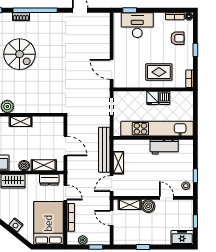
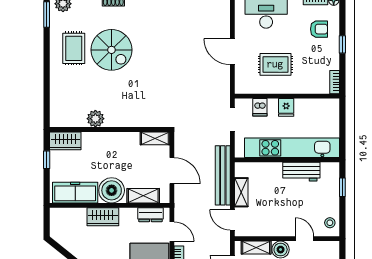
door: (112, 69) -> (232, 52), moved
rug: (159, 72) -> (275, 64), moved
dishwasher: (164, 98) -> (260, 107), moved
shelving: (21, 122) -> (155, 138), moved
boiler: (24, 166) -> (112, 190), width x1.86, depth x1.86
window: (195, 176) -> (342, 187), moved
door: (112, 184) -> (232, 220), hinge flipped

